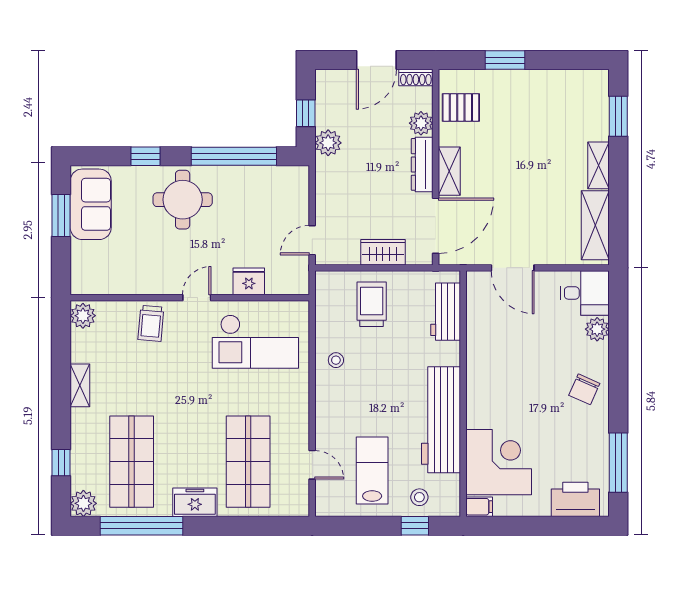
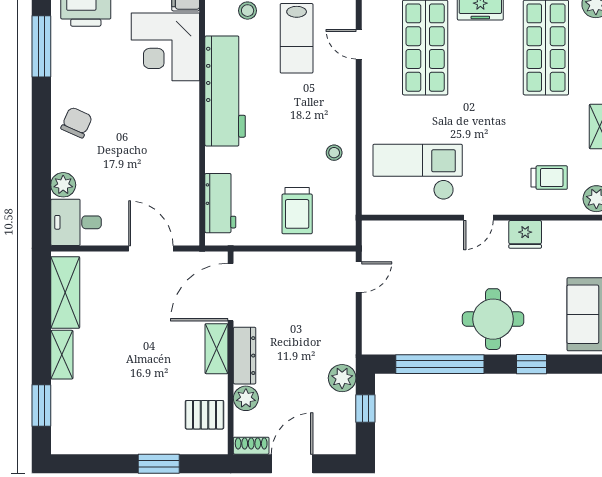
wardrobe: (383, 252) -> (285, 265), removed
fridge: (249, 281) -> (525, 234), moved
trolley: (151, 323) -> (549, 178), moved, turned 85

